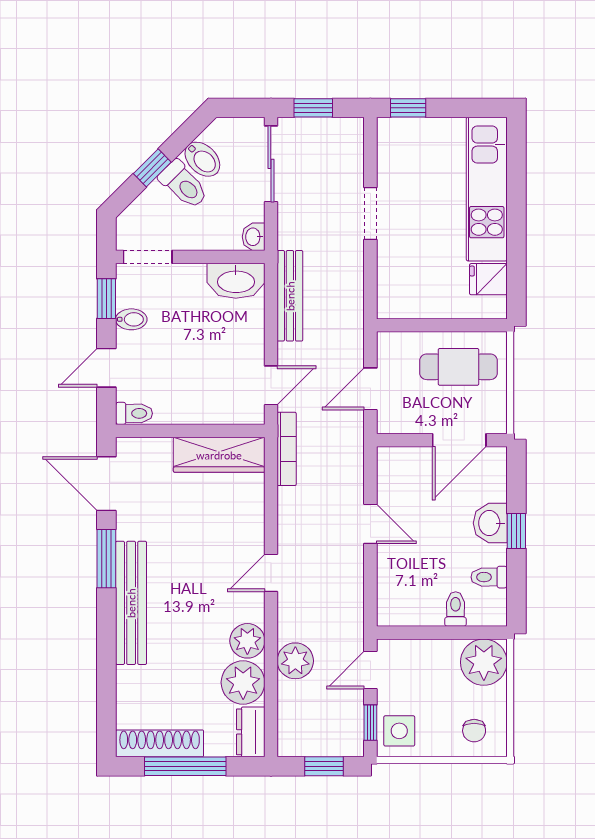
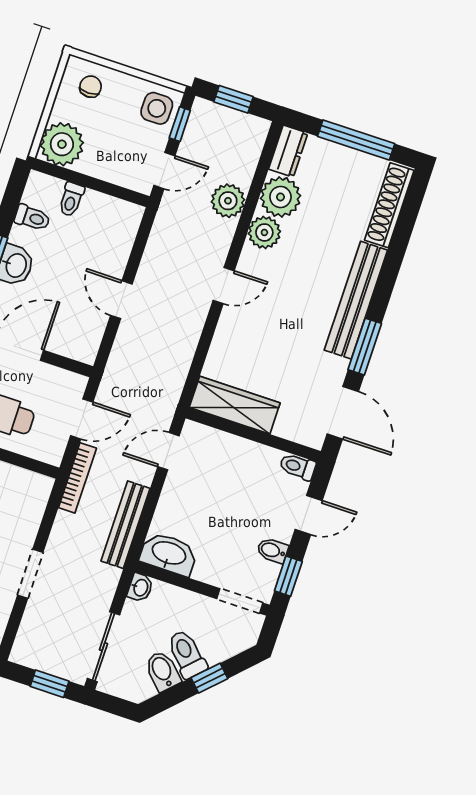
bookcase: (287, 449) -> (77, 478), moved, turned 180
shoe rack: (160, 743) -> (389, 205), moved, turned 90

